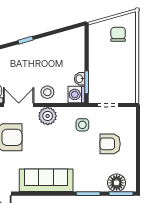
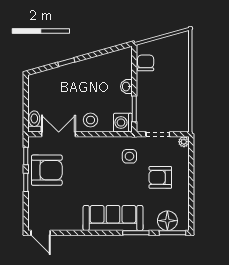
chair: (118, 34) -> (146, 63), moved
washbasin: (80, 79) -> (126, 87), moved
plant: (48, 116) -> (184, 142), moved, width x0.53, depth x0.53
sofa: (46, 180) -> (113, 218), moved

